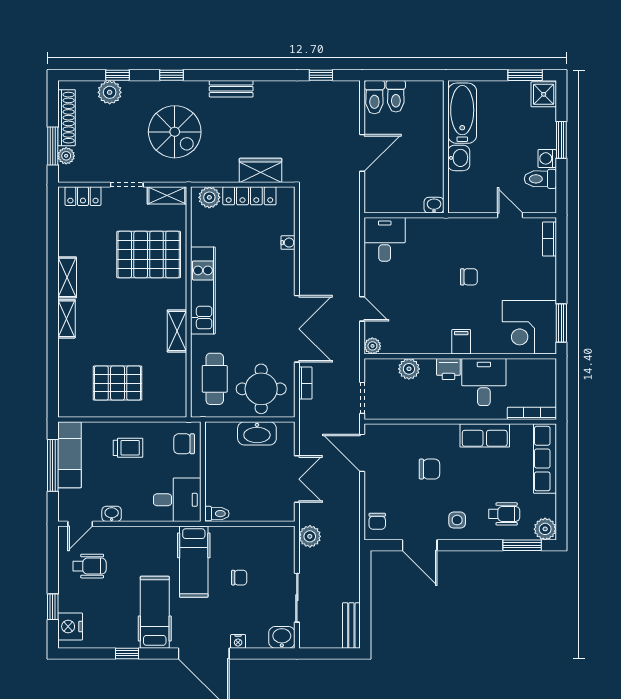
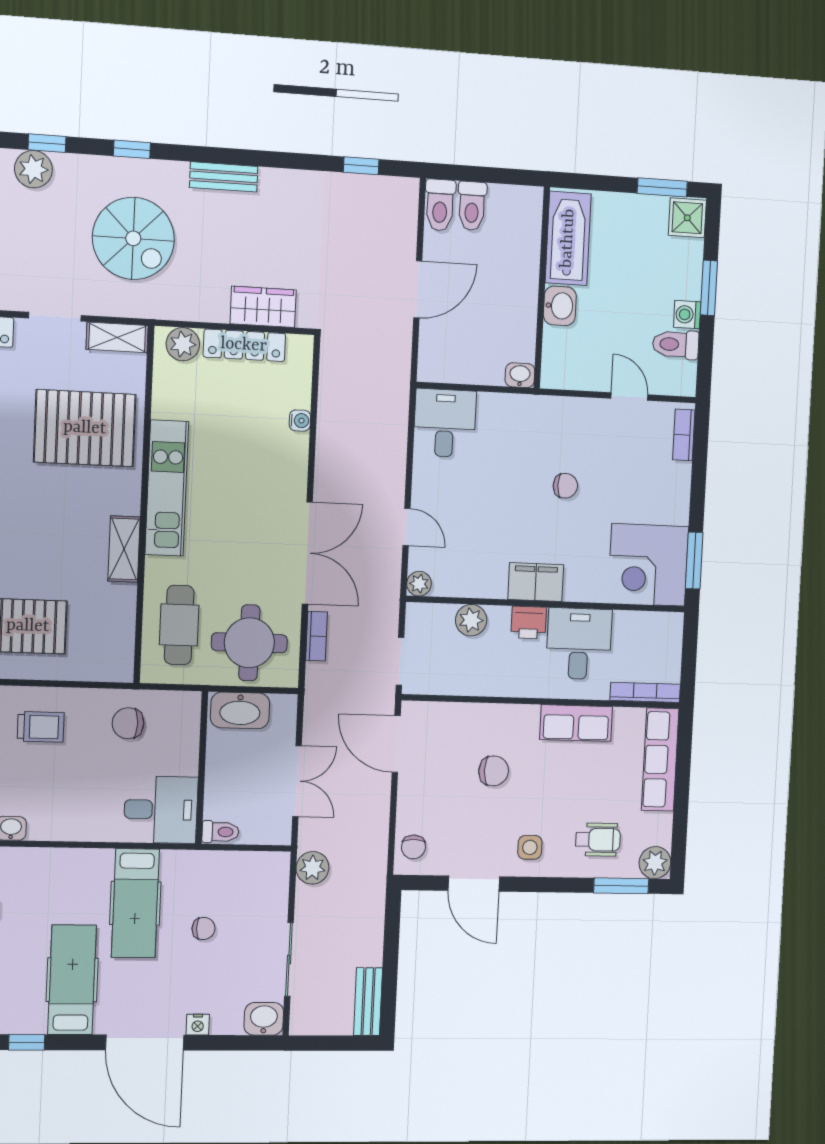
filing cabinet: (461, 342) -> (536, 582), width x2.00
wall: (203, 472) -> (202, 768), moved
desk: (177, 500) -> (161, 810), moved
toilet: (217, 514) -> (220, 832), moved

